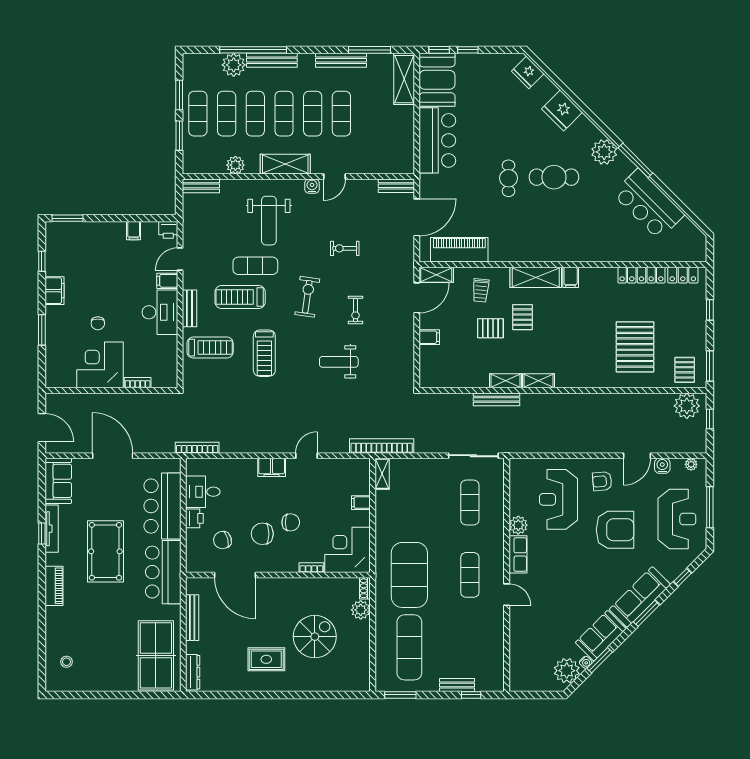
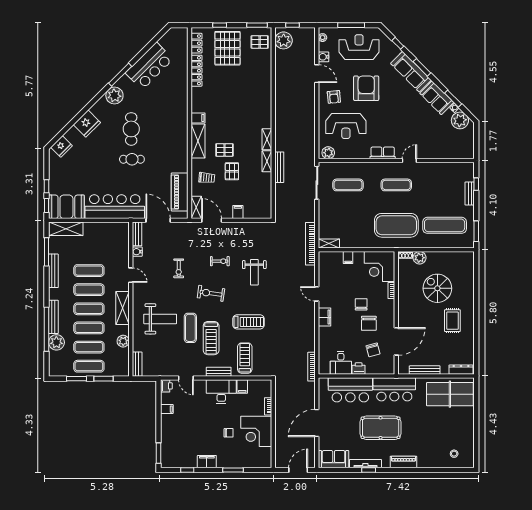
bar counter: (437, 140) -> (115, 207), width x1.36
water cooler: (312, 186) -> (137, 252), moved
filing cabinet: (167, 281) -> (242, 387), moved
pallet: (635, 347) -> (227, 48), moved, turned 90
plant: (518, 525) -> (328, 153), moved

